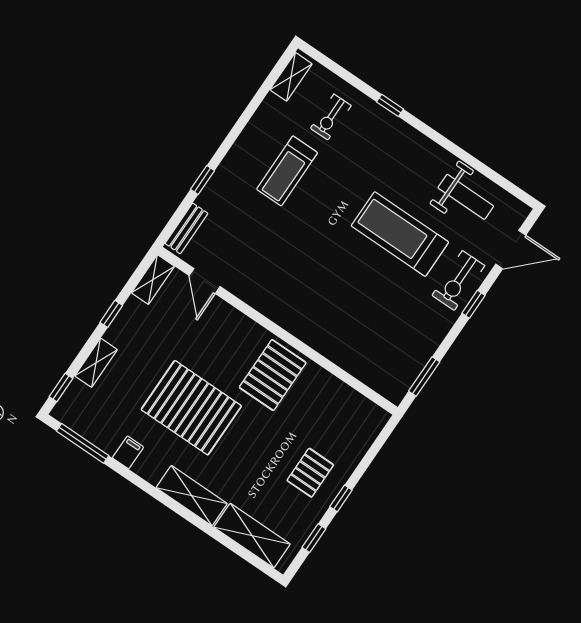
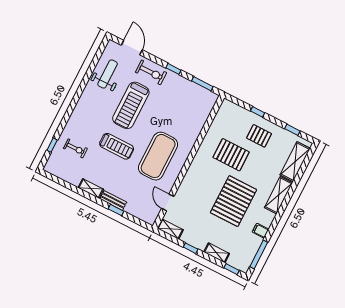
shelving: (291, 77) -> (91, 189), moved
window: (390, 105) -> (52, 145), moved
treadmill: (287, 171) -> (117, 146), moved
bench: (187, 228) -> (113, 201), moved
exercise mat: (296, 274) -> (158, 156), added
door: (205, 281) -> (168, 202), swing flipped
window: (473, 304) -> (173, 69), moved
pallet: (273, 375) -> (231, 155), moved
window: (341, 498) -> (258, 112), moved

